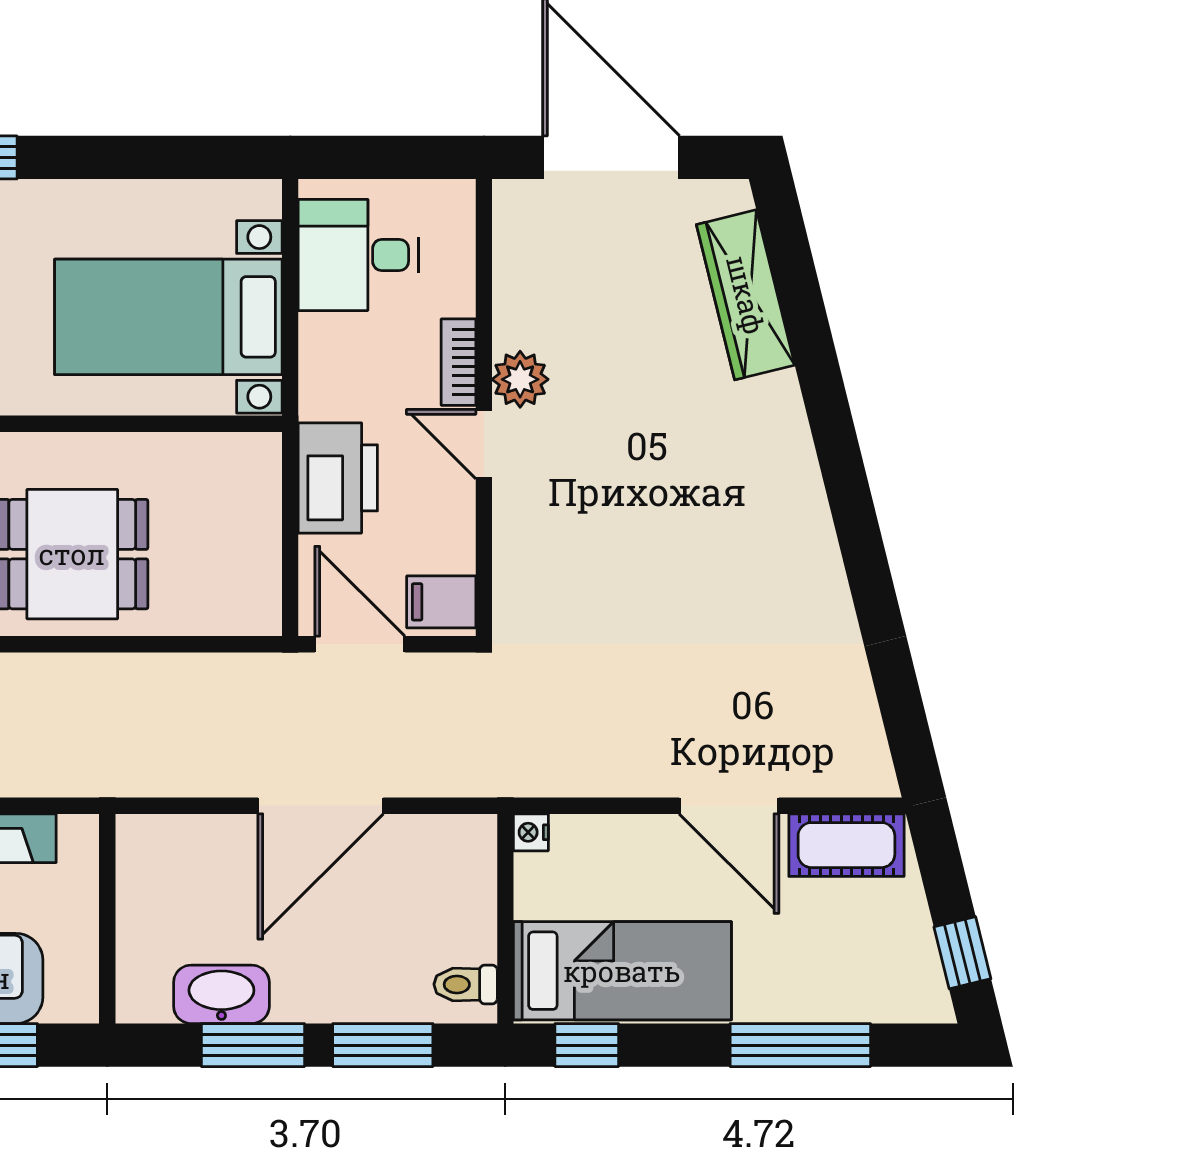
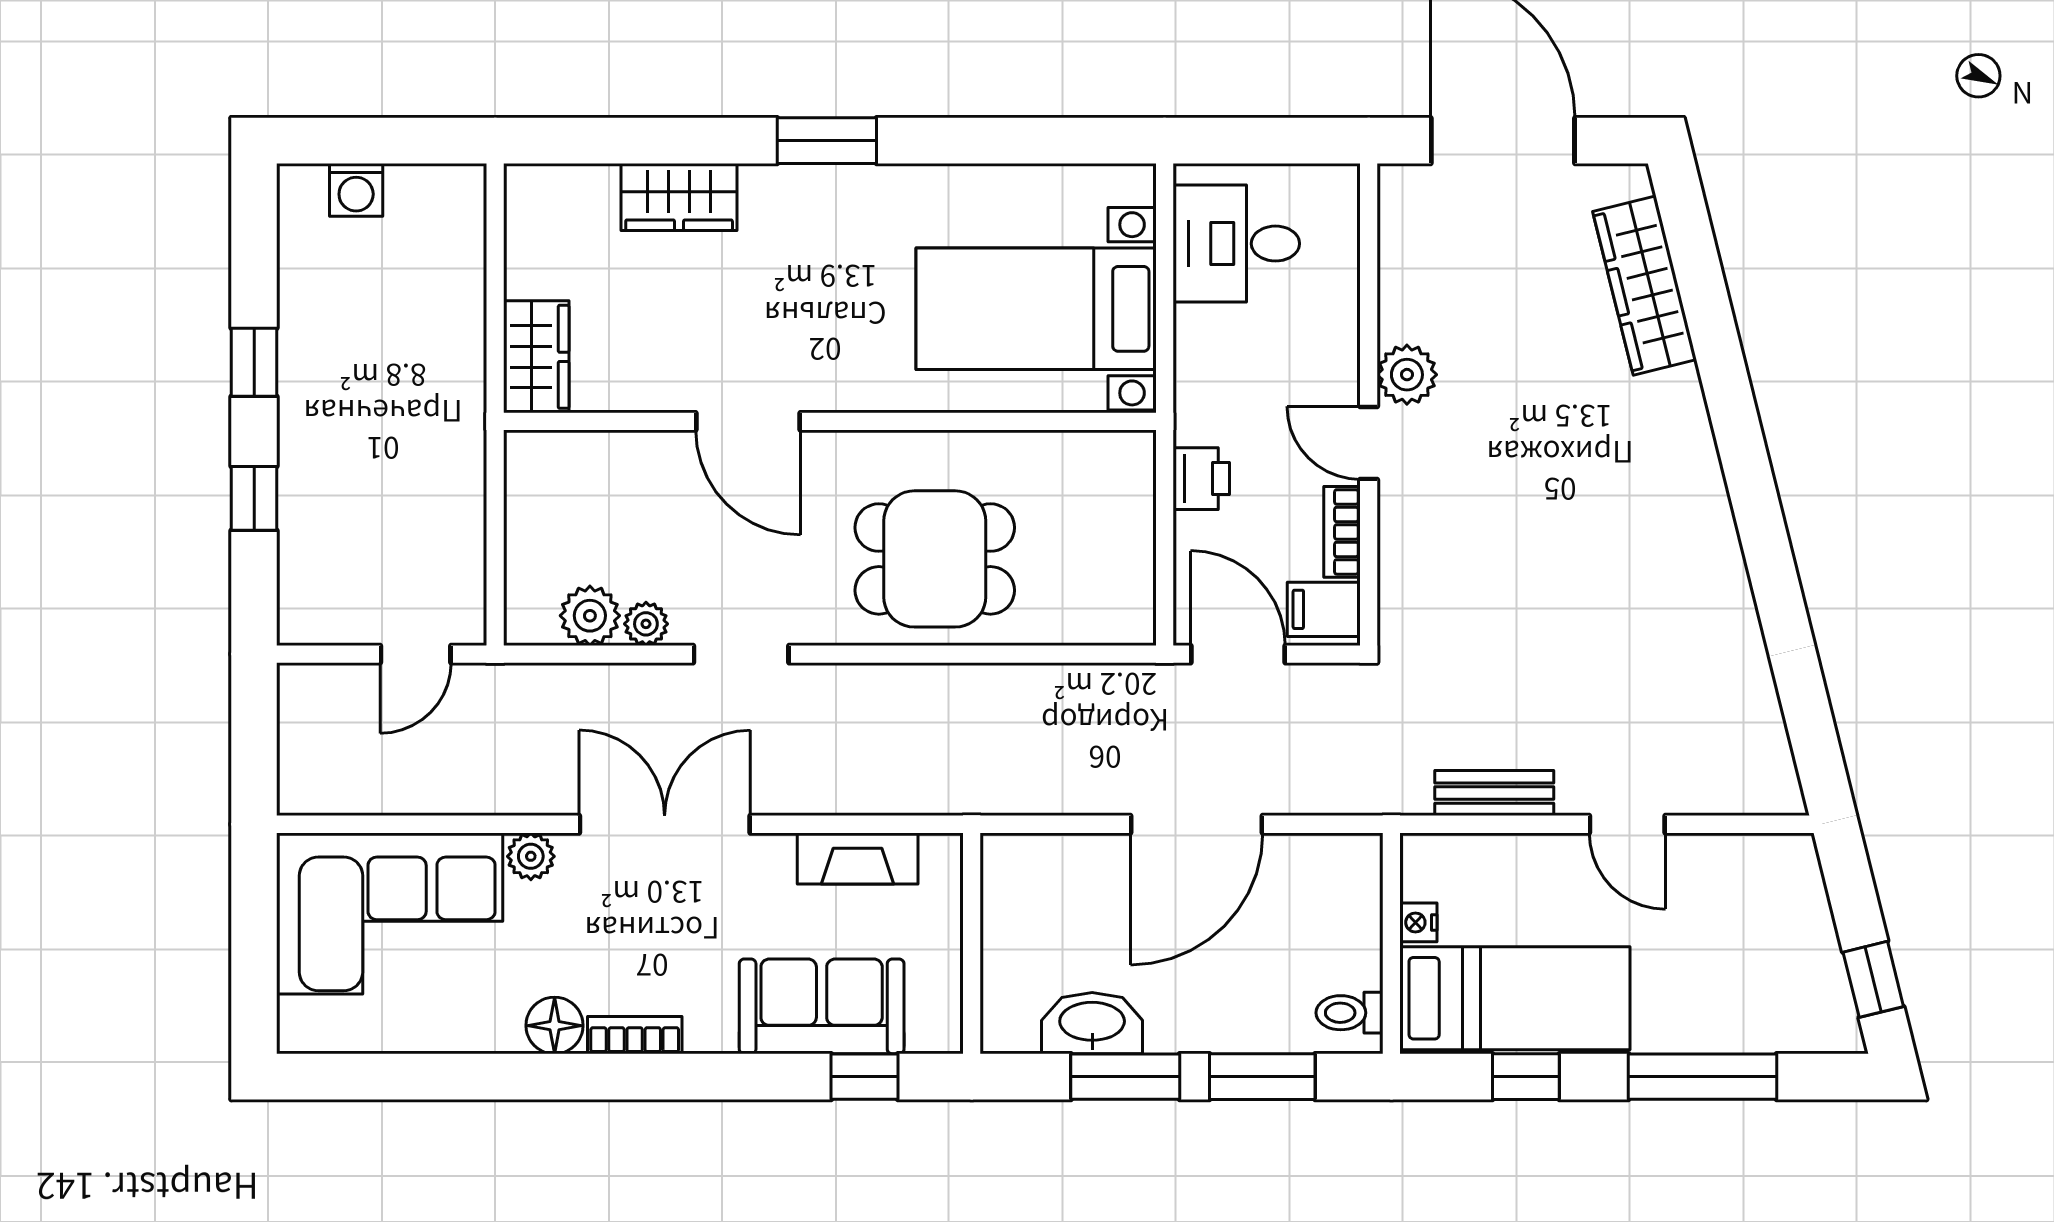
bookcase: (459, 362) -> (1342, 532), moved
printer: (338, 478) -> (1201, 479), width x0.53, depth x0.68
bench: (603, 776) -> (1494, 793), added
door: (729, 806) -> (1627, 824), width x0.73
nightstand: (531, 832) -> (1418, 922), moved
cot: (846, 845) -> (1751, 866), removed
window: (587, 1045) -> (1526, 1077), moved

